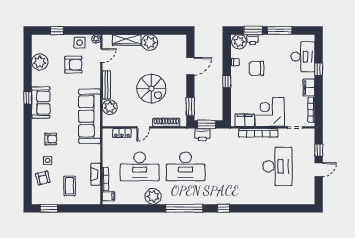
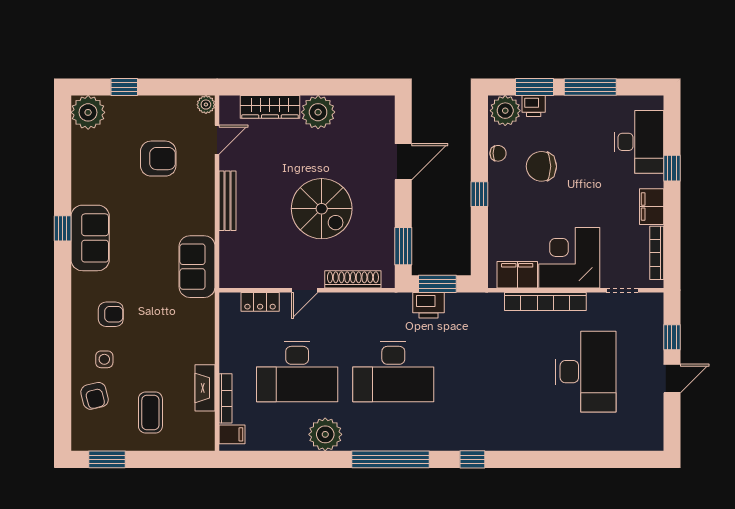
side table: (80, 43) -> (171, 113), removed
plant: (40, 62) -> (88, 112), moved
plant: (110, 107) -> (235, 248), removed
sofa: (90, 116) -> (197, 267), width x0.54, depth x0.79

